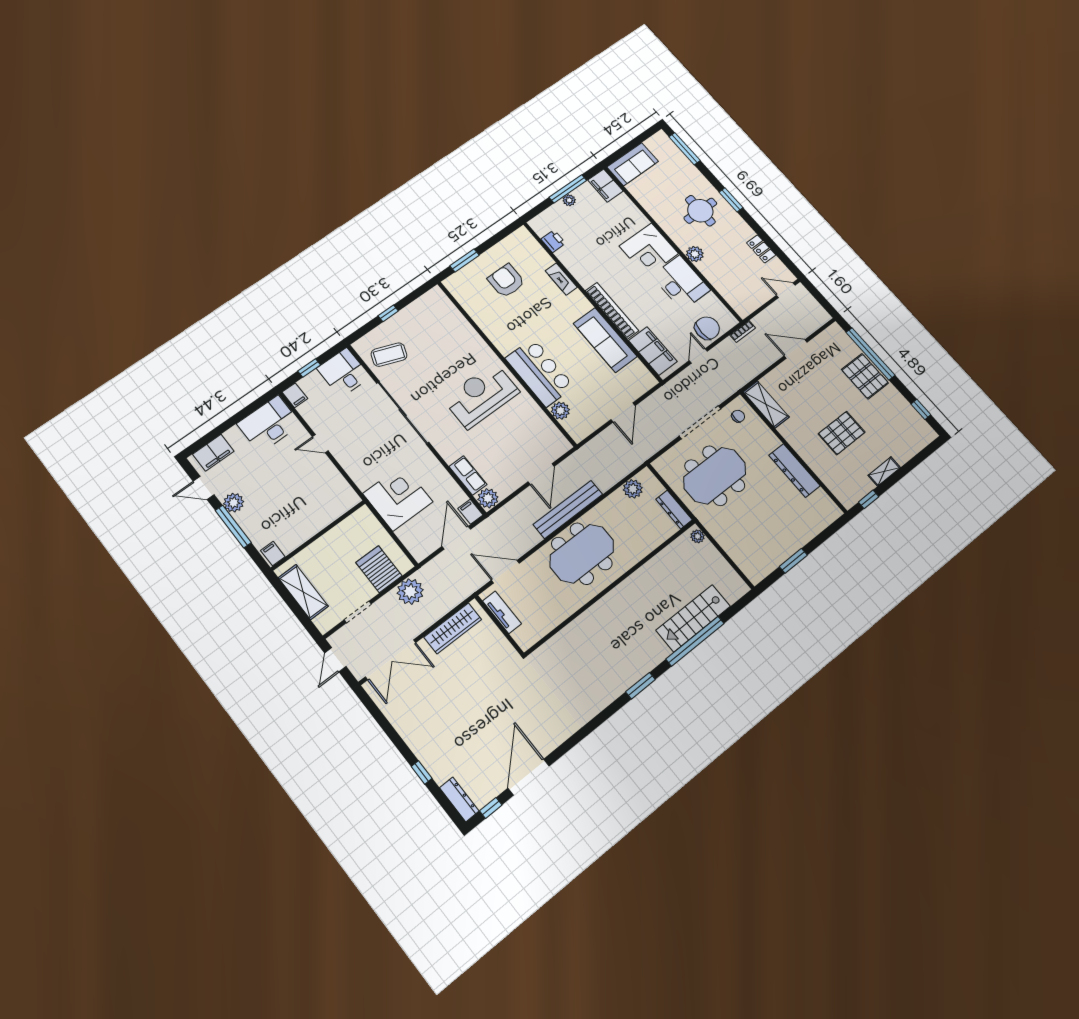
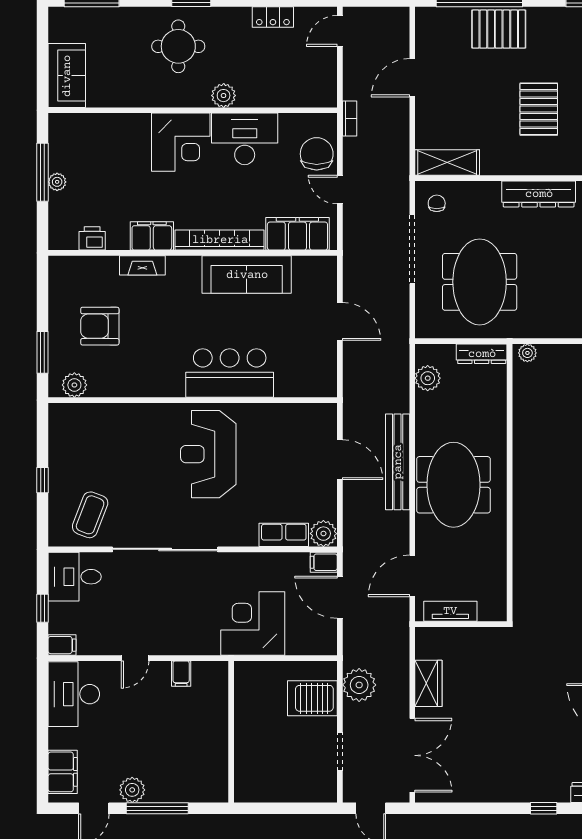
filing cabinet: (605, 186) -> (152, 236), moved, turned 180
plant: (560, 411) -> (74, 385), moved
filing cabinet: (273, 554) -> (181, 674), moved, turned -90
shelving: (303, 592) -> (278, 789), removed
wardrobe: (453, 628) -> (428, 683), width x0.67

